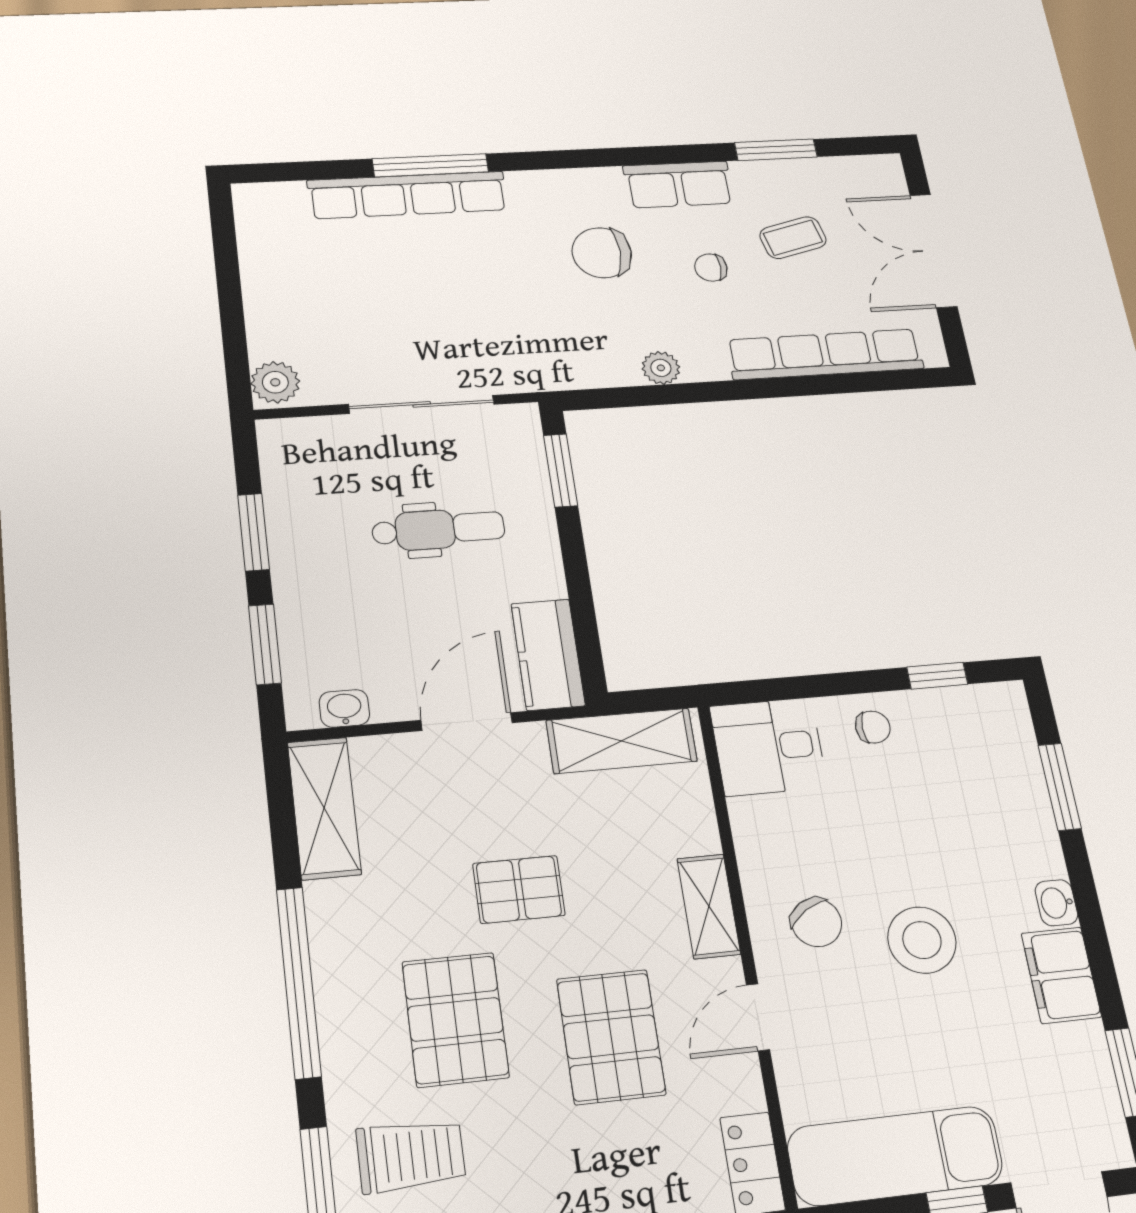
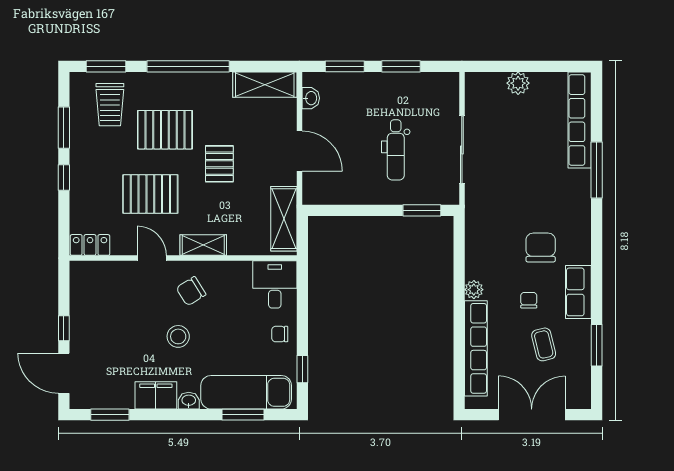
row of seats: (408, 195) -> (580, 120), moved
plant: (661, 368) -> (474, 290), moved
plant: (275, 382) -> (518, 83), moved
kitchen counter: (548, 654) -> (329, 192), removed
chair: (873, 727) -> (280, 334), turned 90
stool: (922, 940) -> (178, 336), width x0.73, depth x0.73
exam couch: (895, 1156) -> (246, 392), moved, turned -90

